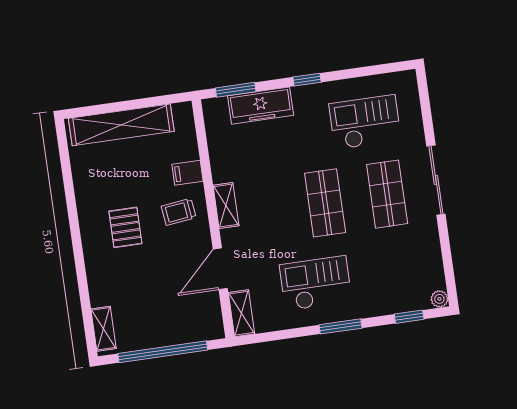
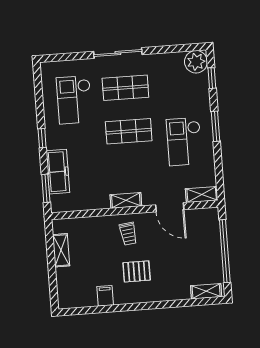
shelving: (121, 125) -> (61, 250), width x0.45, depth x0.75
filing cabinet: (188, 173) -> (105, 296), moved, turned 180
plant: (439, 299) -> (196, 62), width x1.88, depth x1.88

